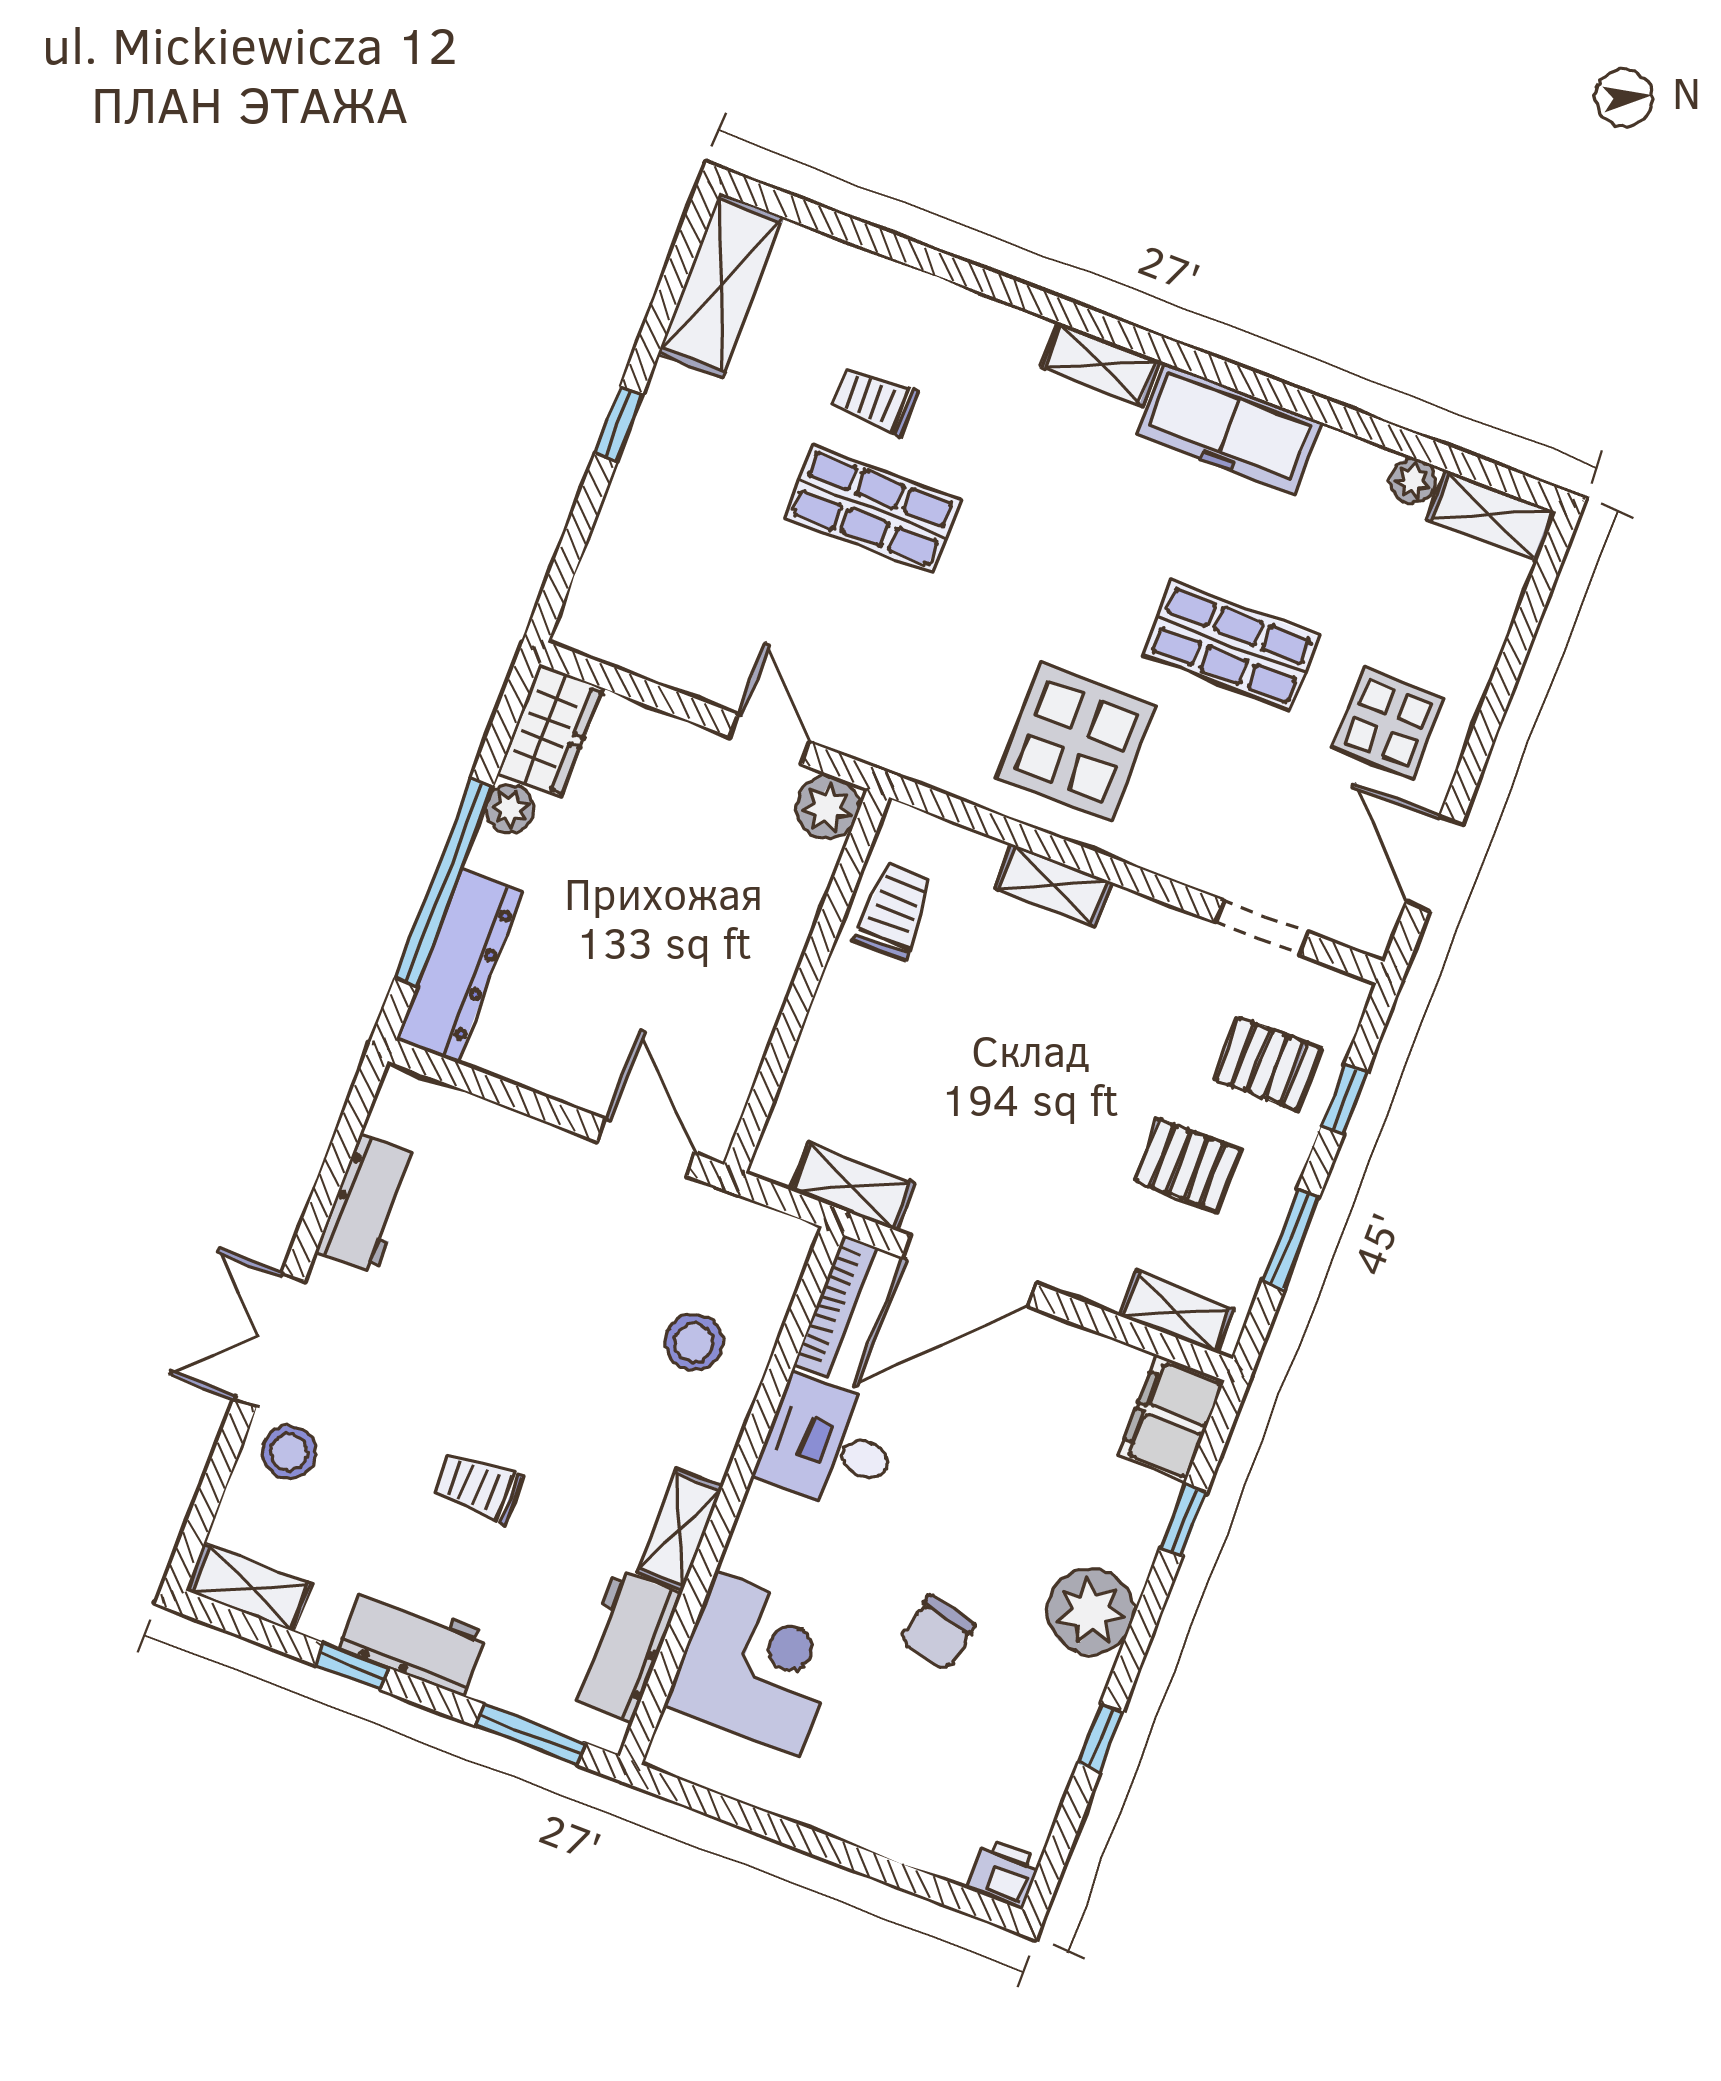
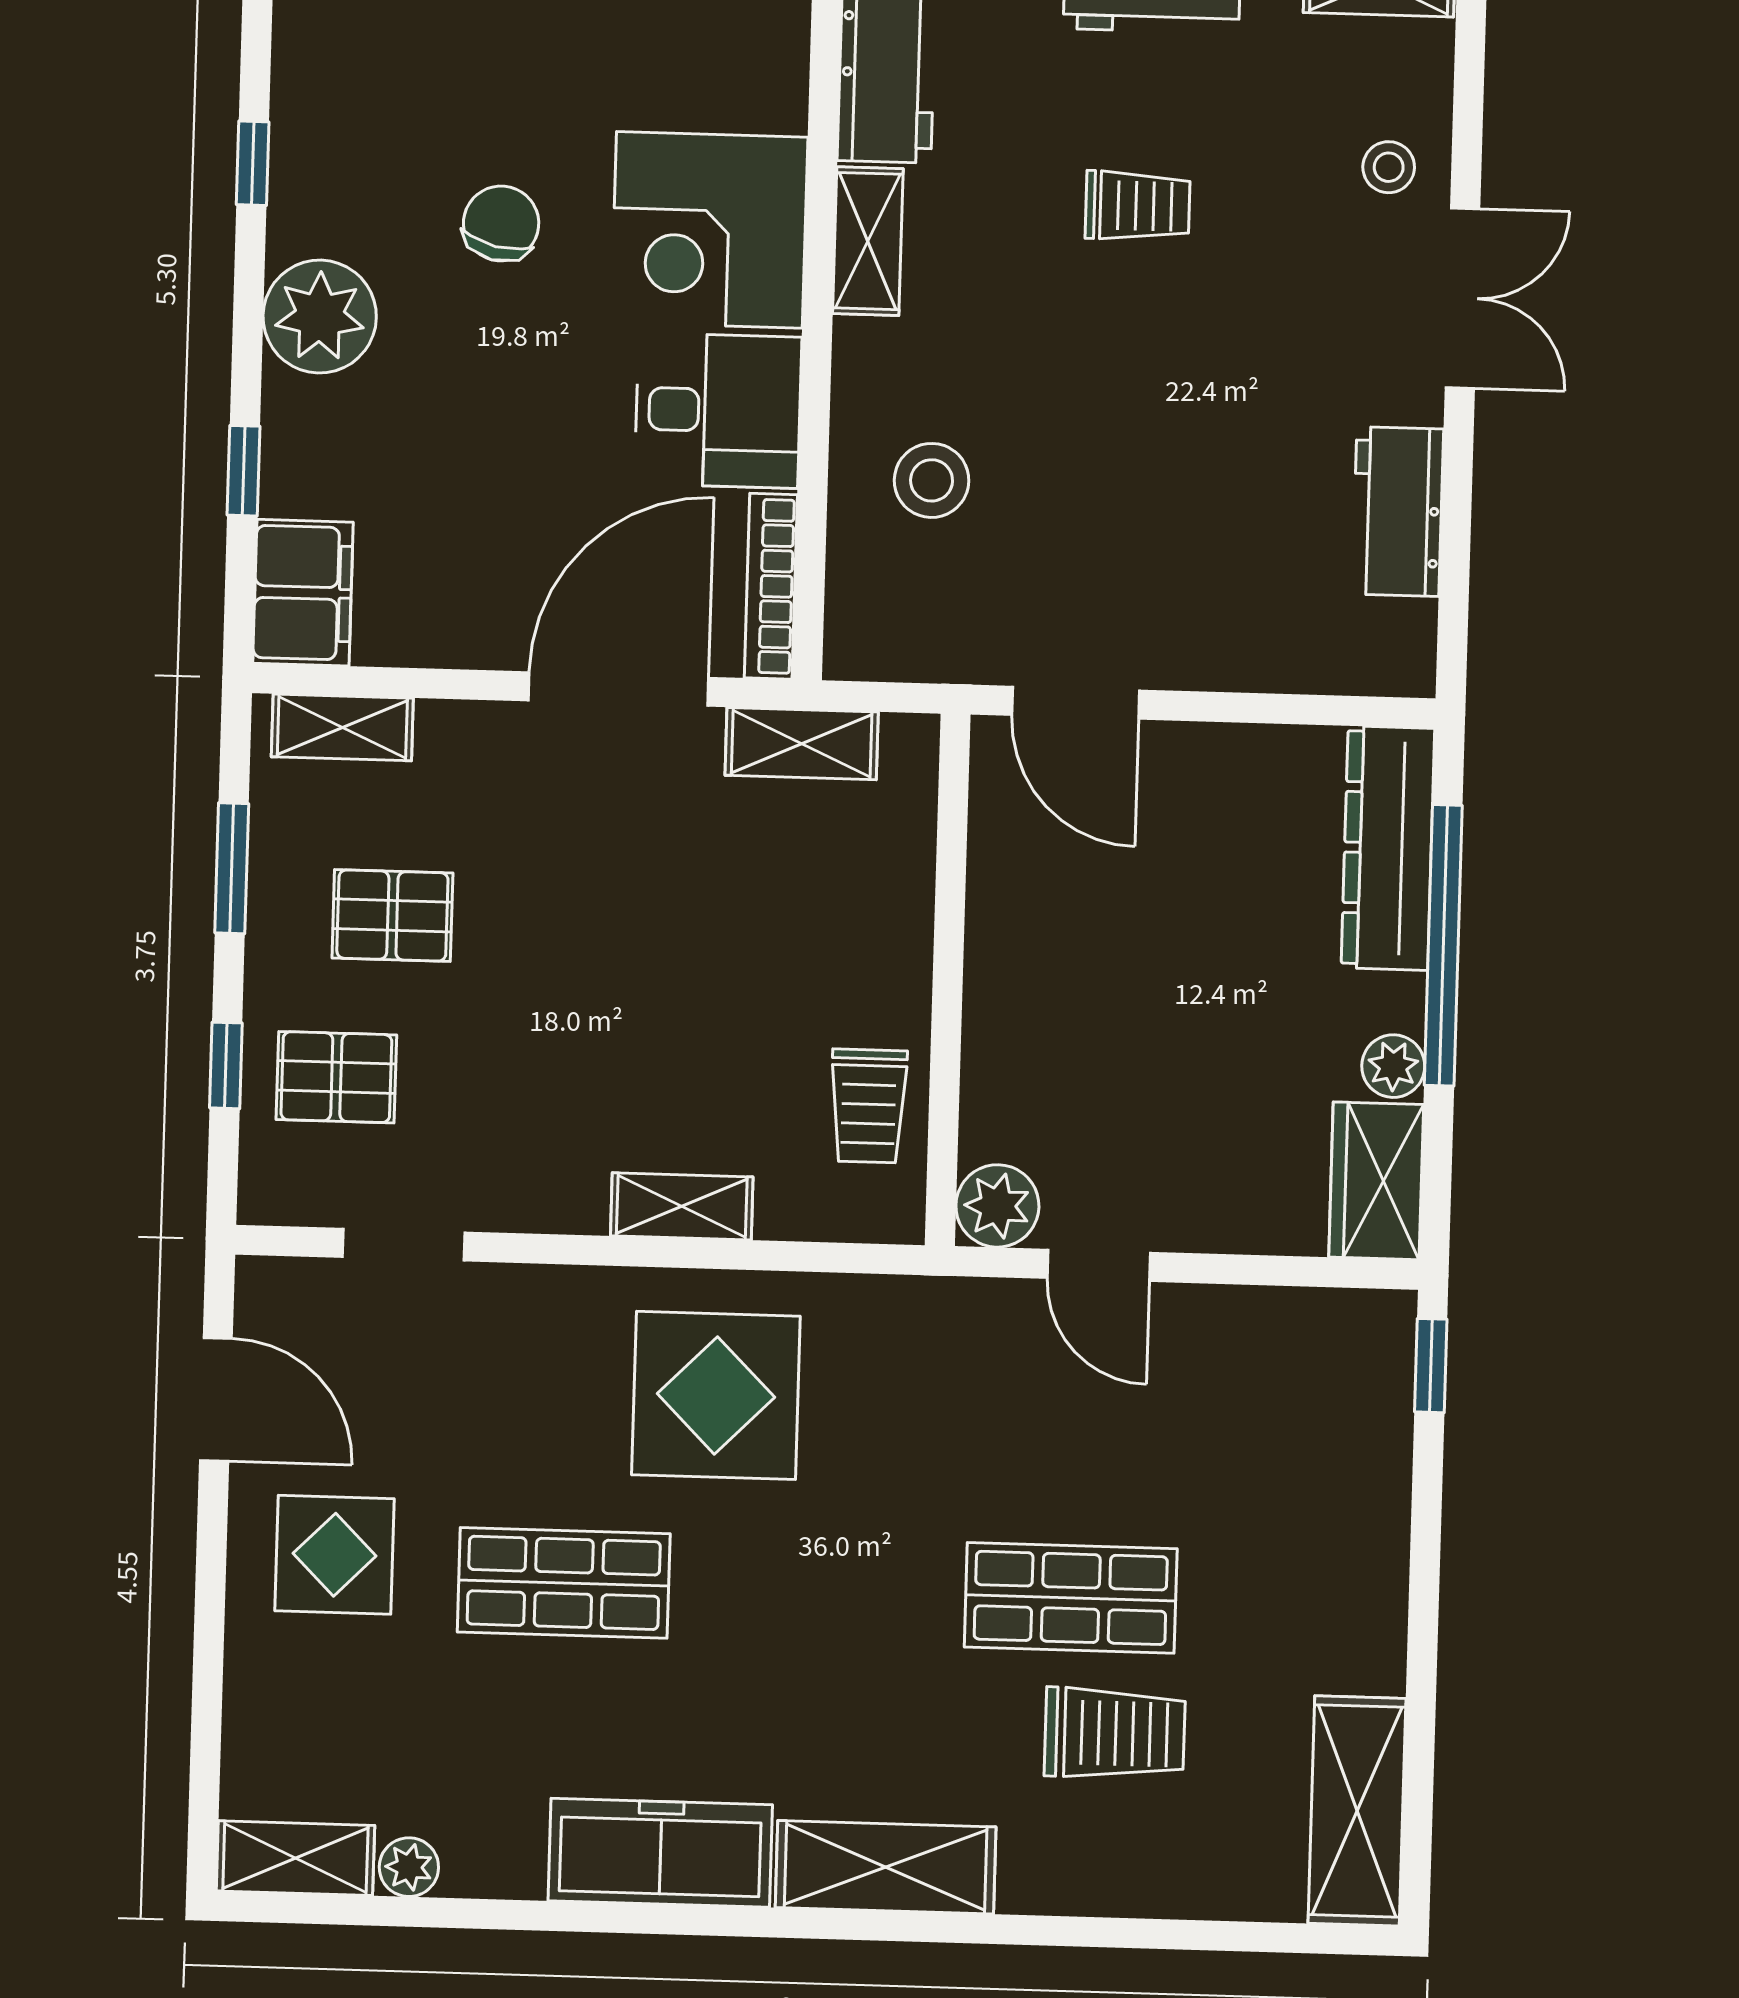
shelving: (1101, 364) -> (886, 1867), width x1.50, depth x1.33
trolley: (875, 401) -> (1115, 1733), width x1.36, depth x1.39
window: (619, 424) -> (1431, 1366), moved
stool: (289, 1452) -> (1389, 167), width x0.73, depth x0.73
corner desk: (757, 1664) -> (709, 230), moved

